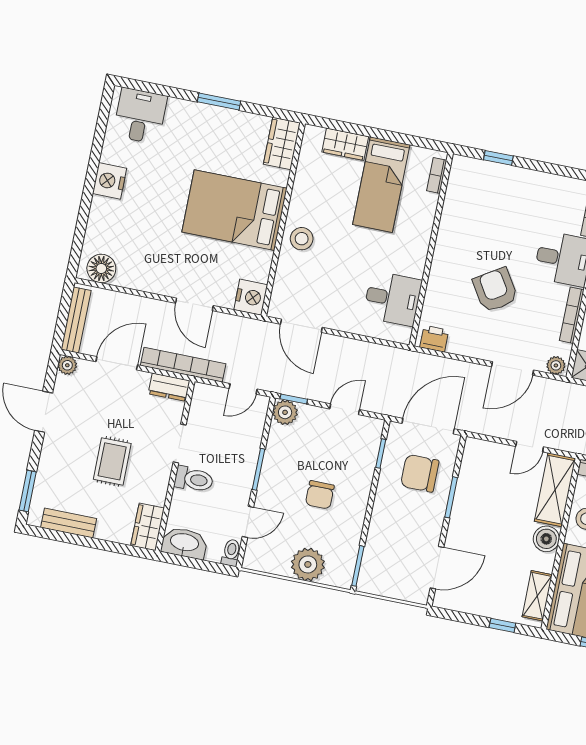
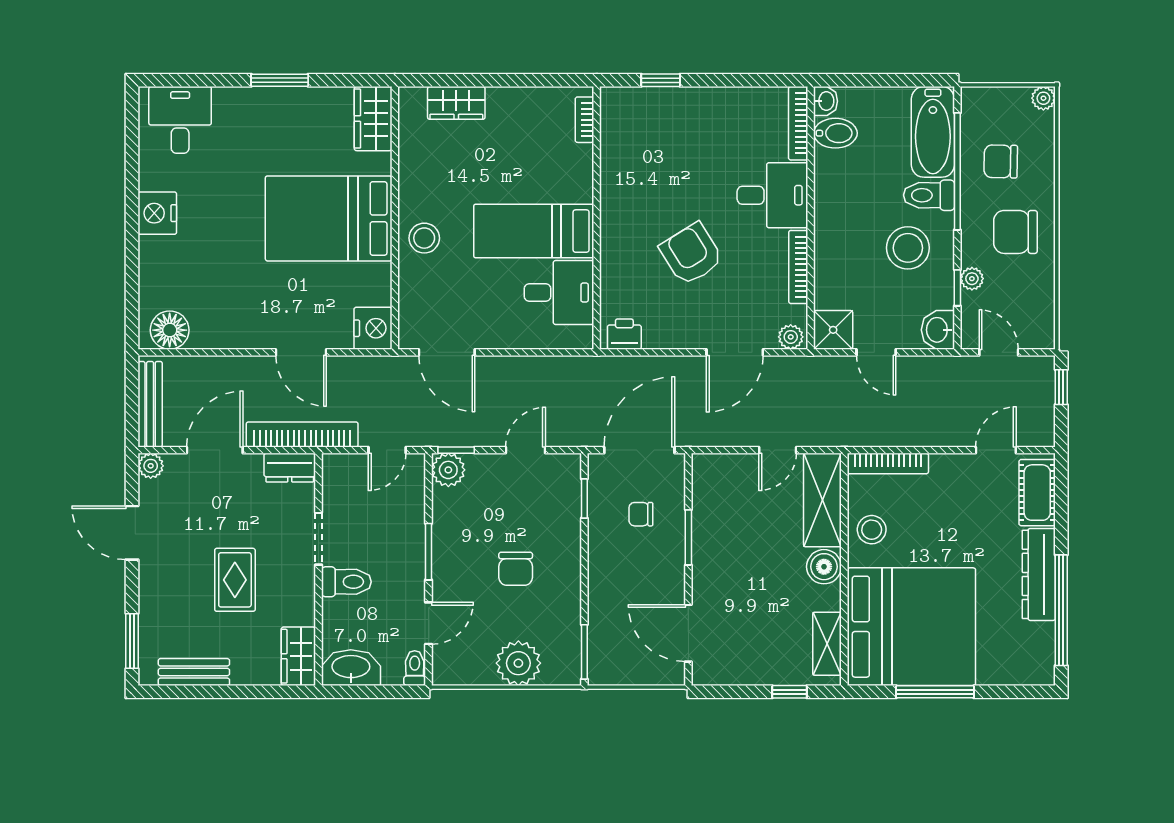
bed: (381, 185) -> (534, 231), moved, turned 90
chair: (420, 473) -> (641, 514), width x0.54, depth x0.54
door: (437, 568) -> (688, 633), swing flipped

